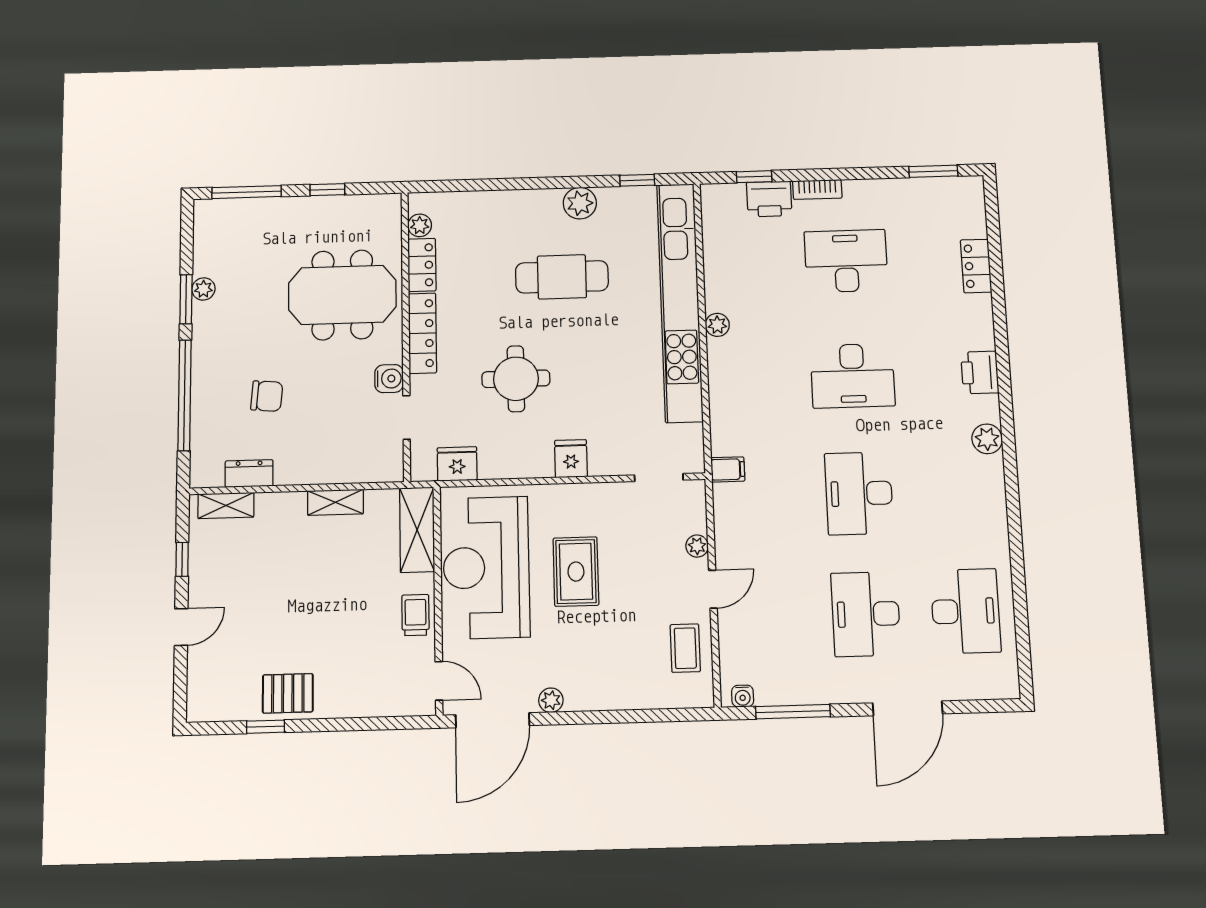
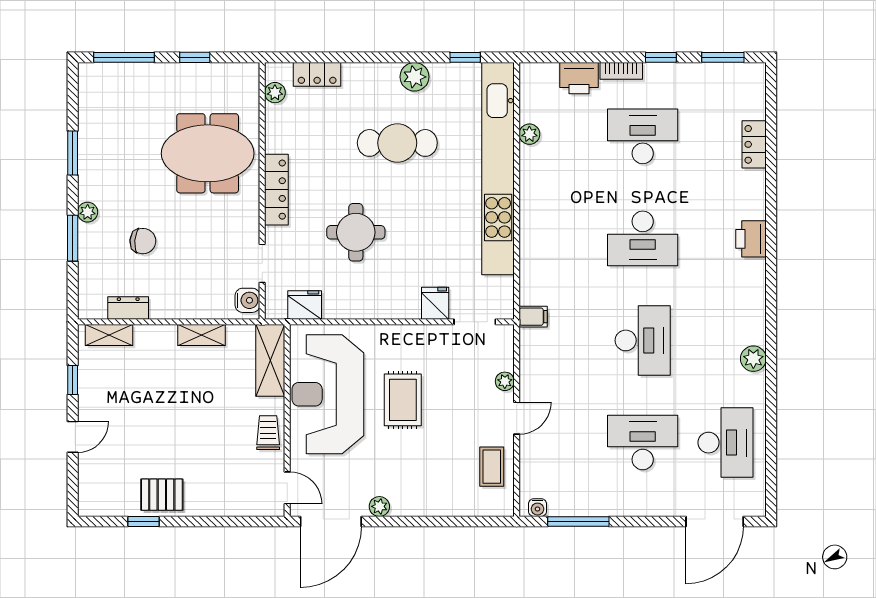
window: (754, 177) -> (661, 57), moved
locker: (422, 265) -> (317, 74), moved, turned 90
plant: (203, 289) -> (88, 212), moved
plant: (717, 325) -> (529, 134), moved
water cooler: (389, 379) -> (247, 300), moved
window: (185, 395) -> (73, 238), width x0.47
plant: (987, 439) -> (753, 359), moved
fridge: (571, 459) -> (435, 303), moved
desk: (859, 493) -> (643, 340), turned 180
desk: (866, 614) -> (643, 443), turned 90
door: (908, 708) -> (715, 522), moved

